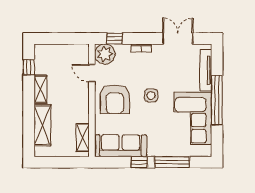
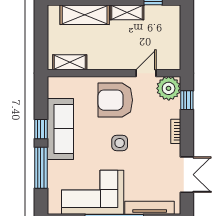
sofa: (121, 146) -> (60, 129), moved

